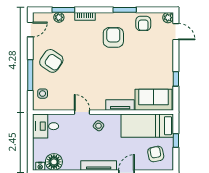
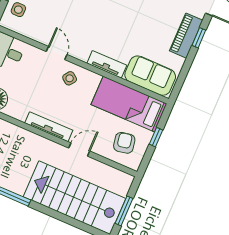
piano: (166, 61) -> (186, 36), added
window: (176, 79) -> (199, 38), moved

